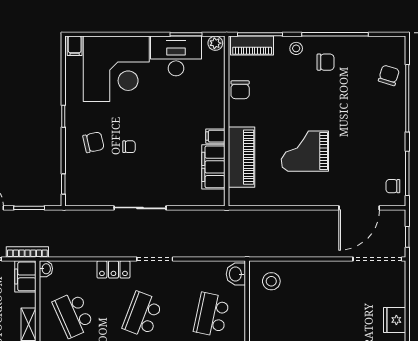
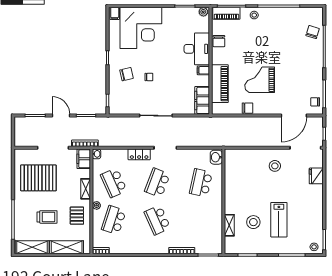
desk: (176, 56) -> (197, 49), moved, turned 90
chair: (326, 62) -> (248, 108), moved
filing cabinet: (213, 167) -> (202, 100), moved
stool: (271, 281) -> (275, 166), moved
fridge: (395, 320) -> (316, 176), moved

